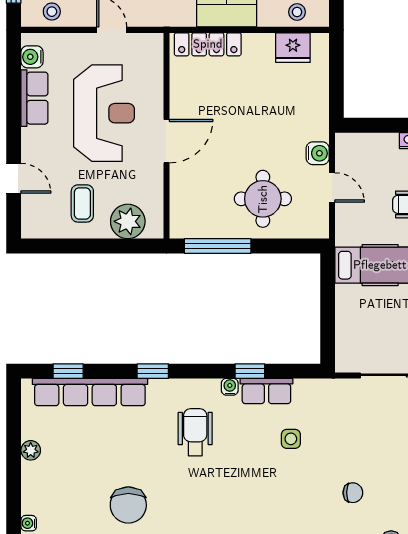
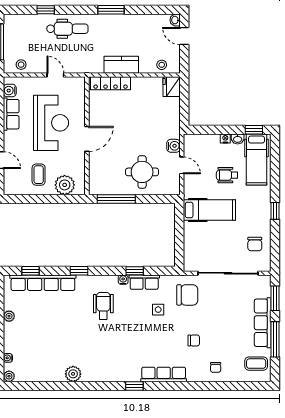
fridge: (293, 48) -> (172, 87), moved, turned 90
chair: (128, 505) -> (187, 295), moved, turned -90

